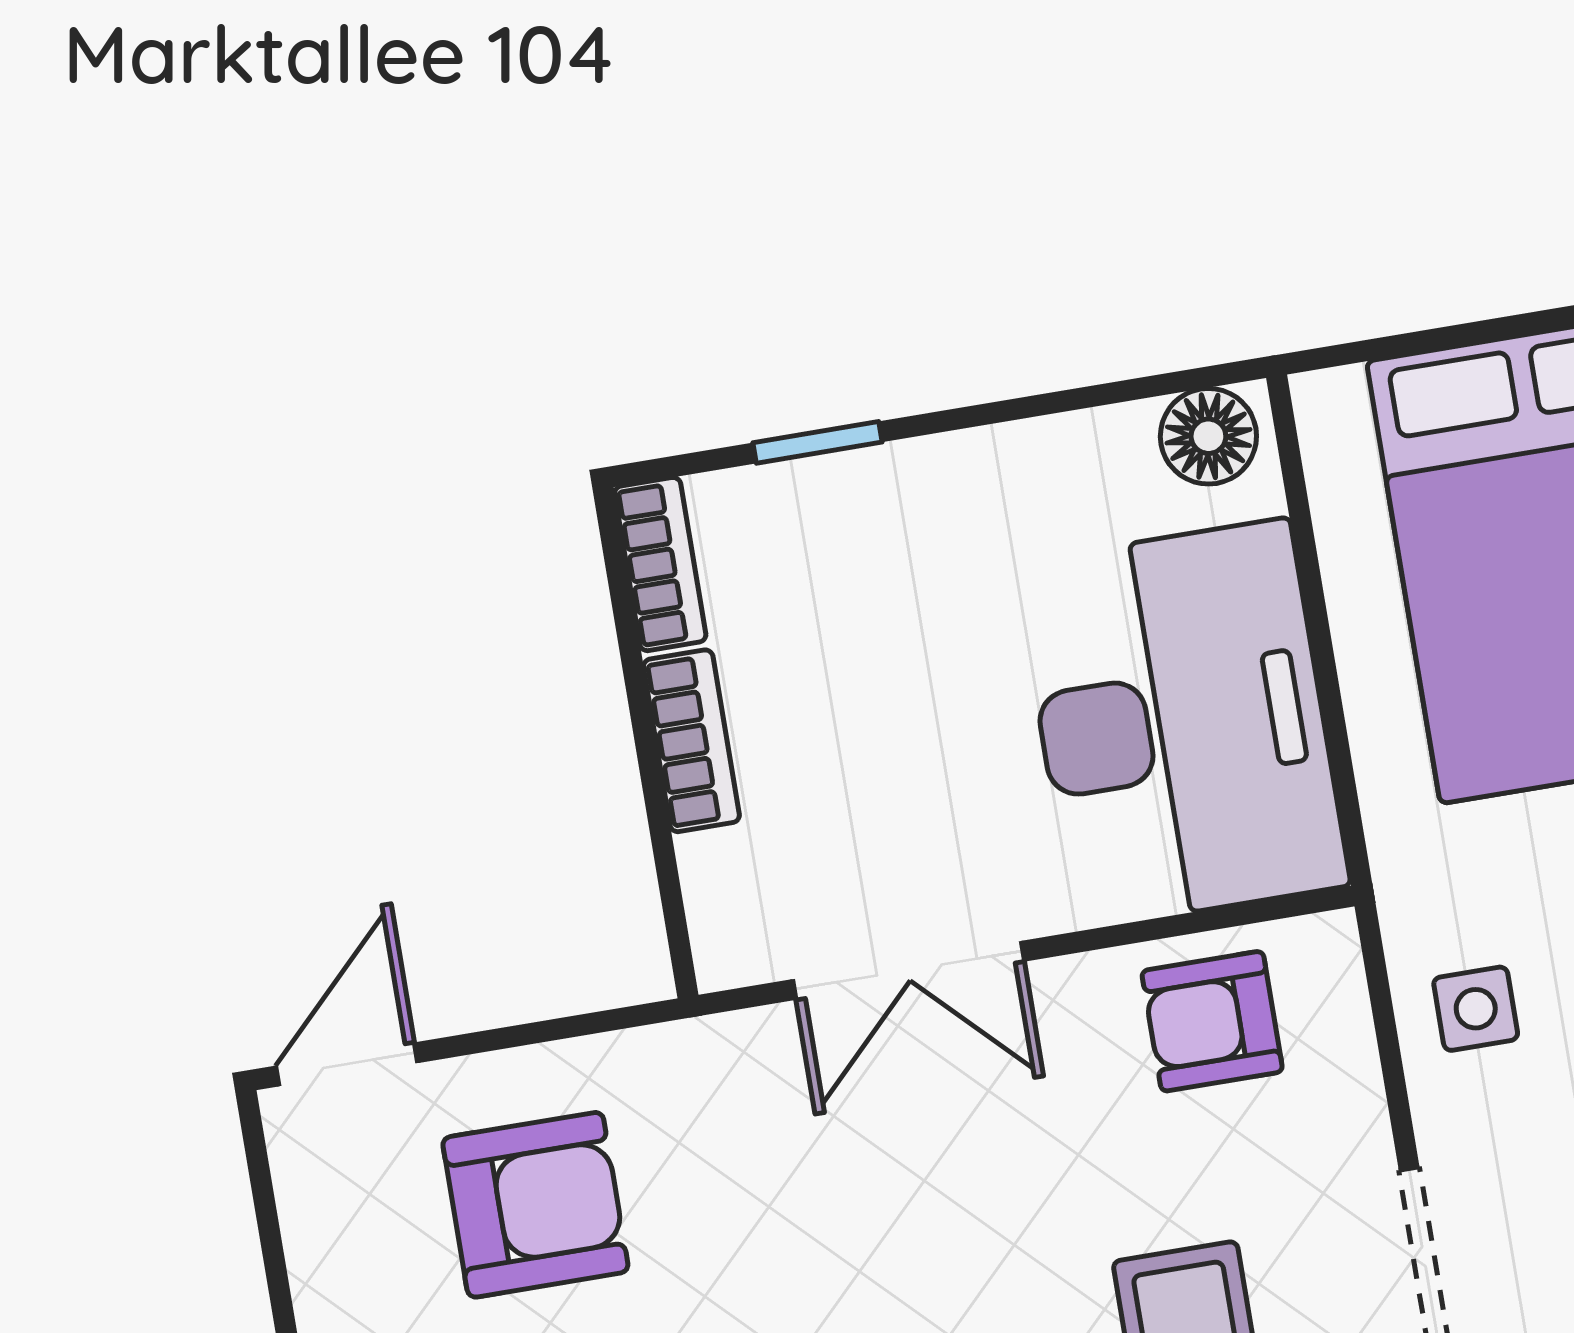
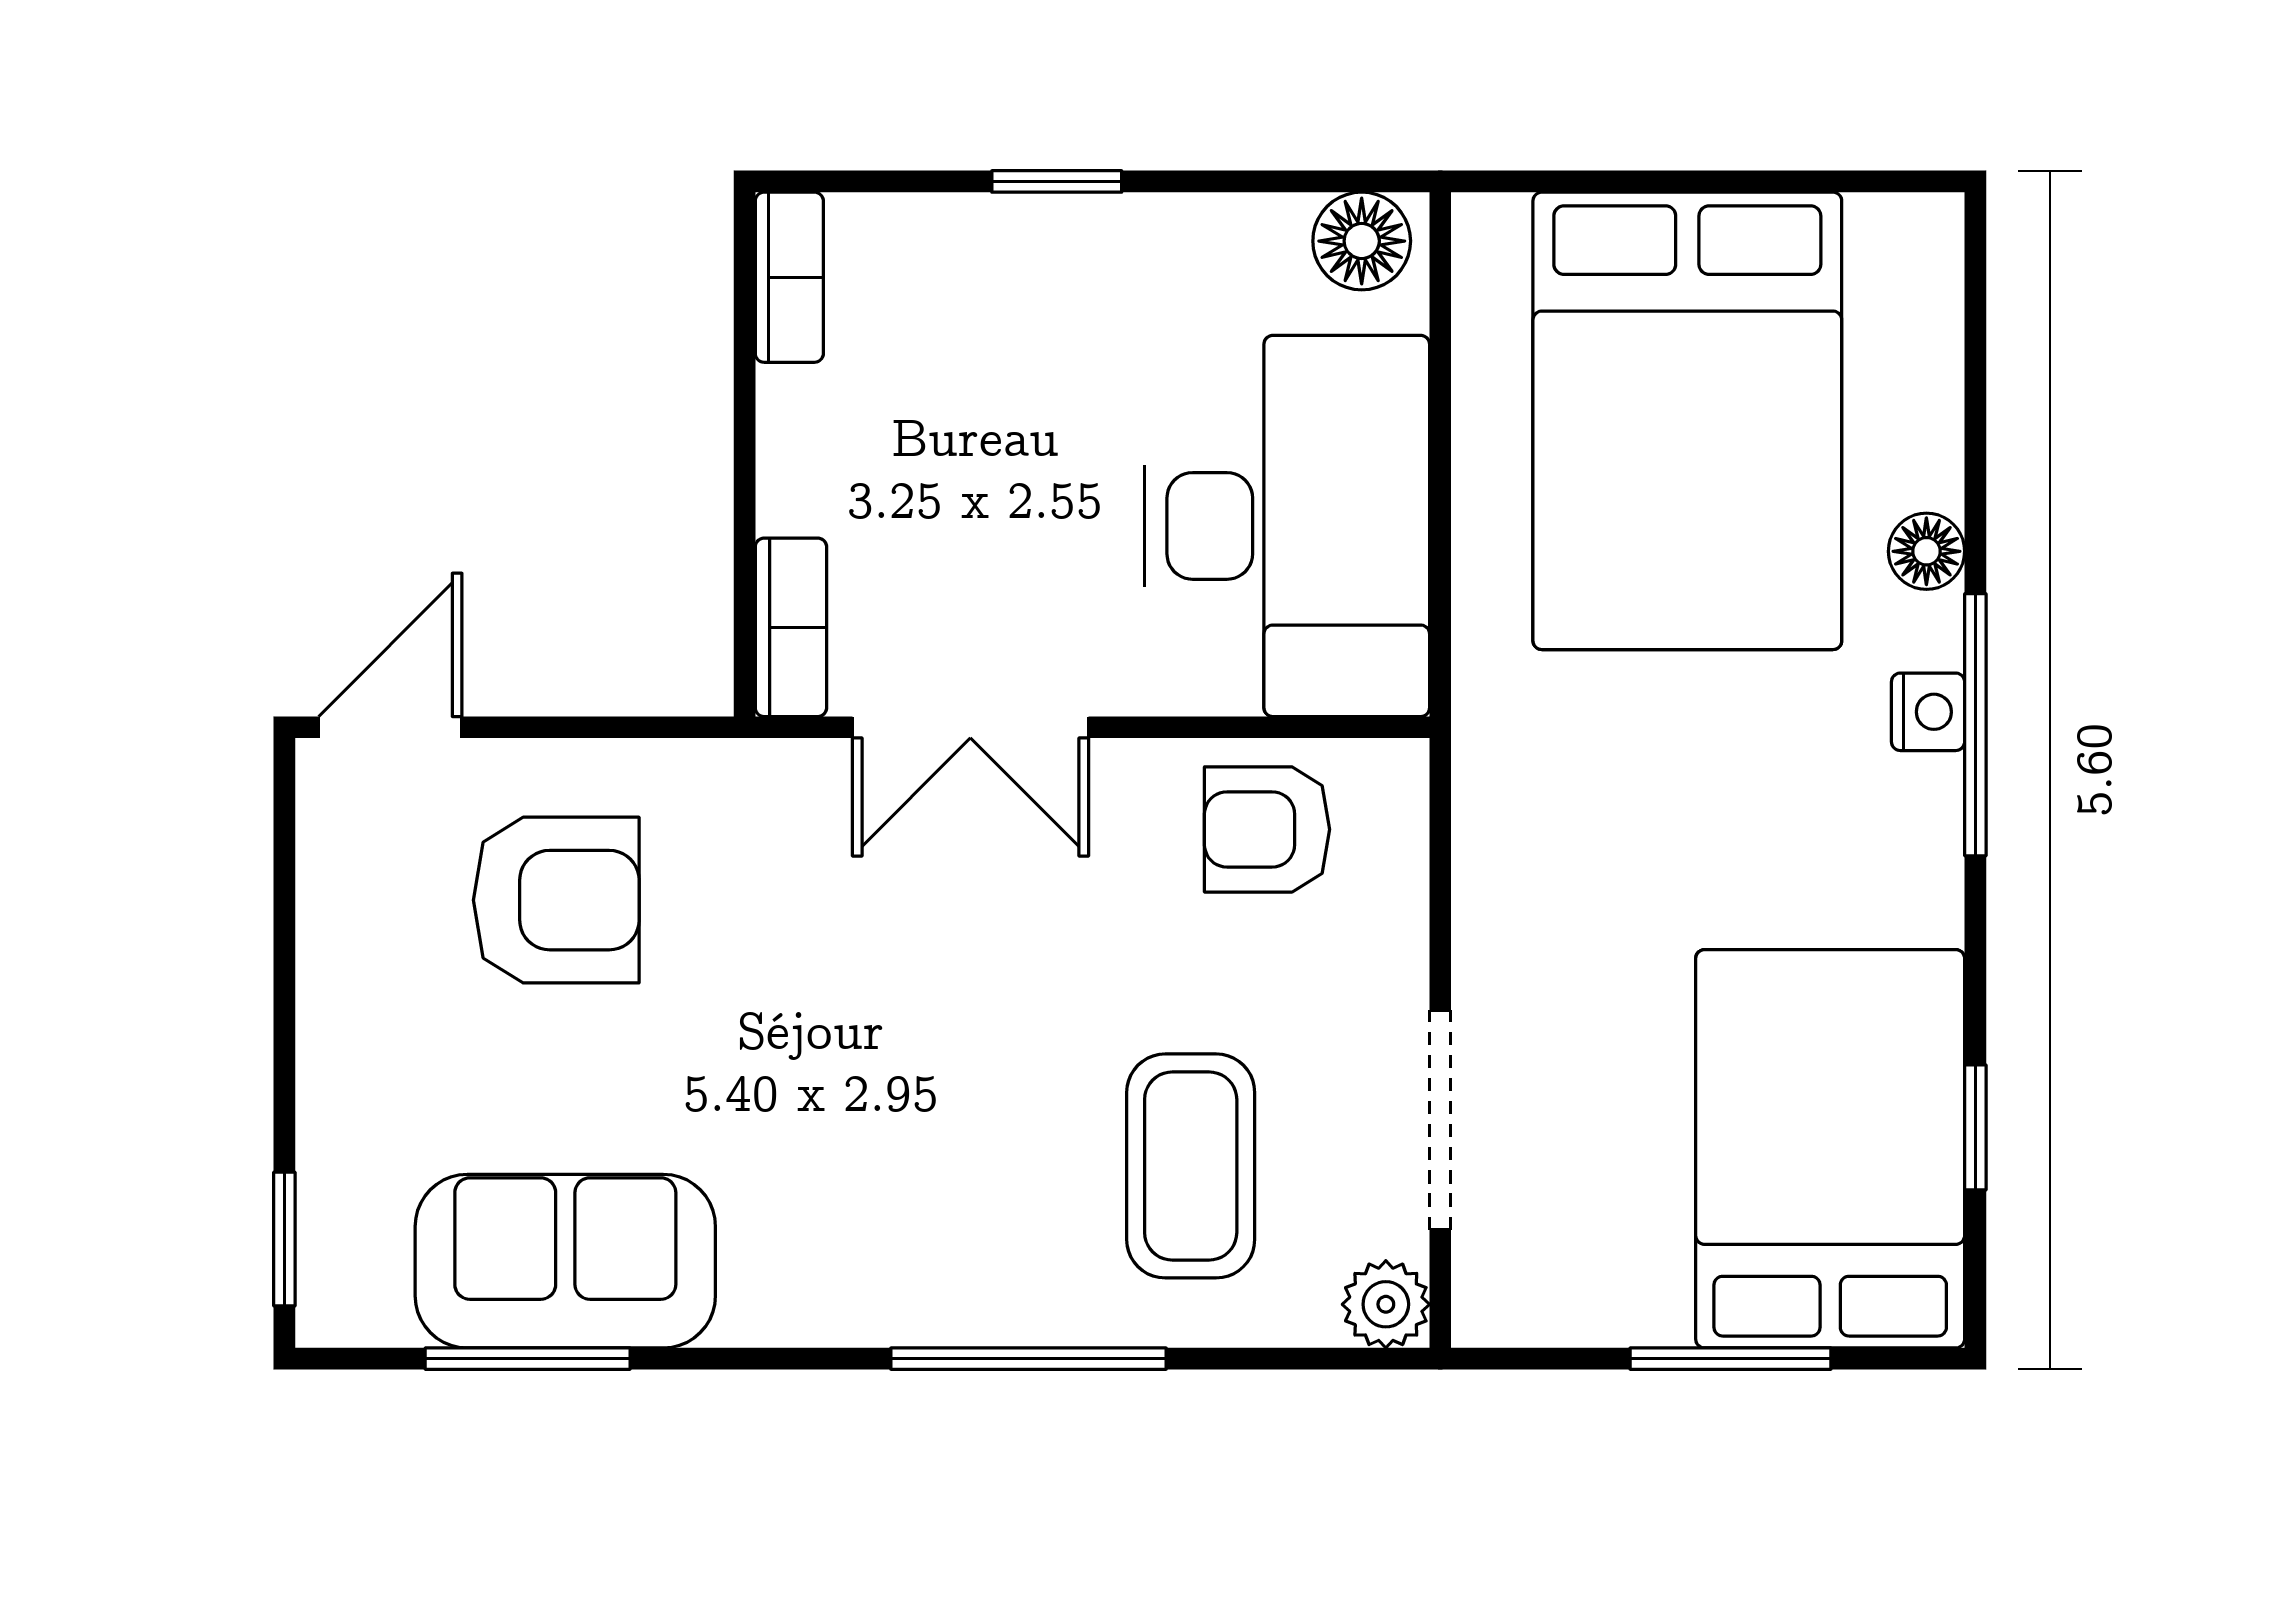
window: (817, 442) -> (1057, 181), moved
bookcase: (691, 741) -> (791, 627), moved
side table: (1476, 1009) -> (1534, 861), removed

